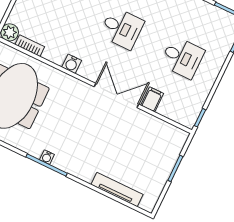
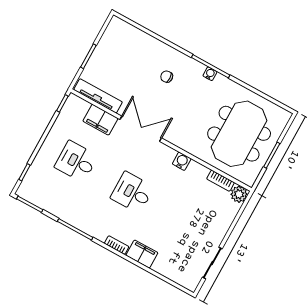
double door: (116, 95) -> (141, 129), swing flipped
filing cabinet: (152, 99) -> (100, 120), width x2.00
chair: (92, 152) -> (167, 77), added
tv unit: (117, 190) -> (98, 96), moved, turned 180

